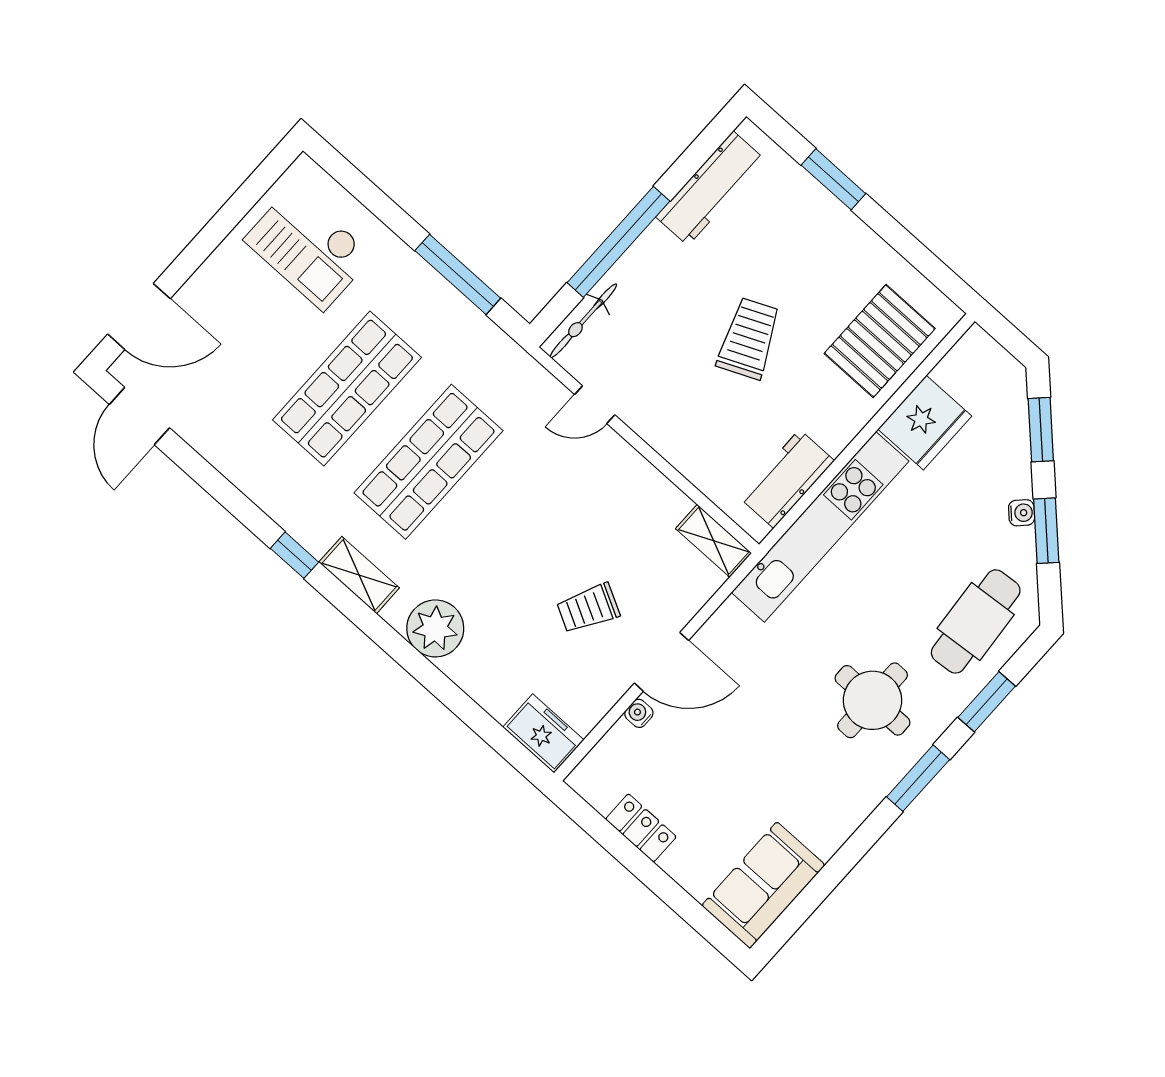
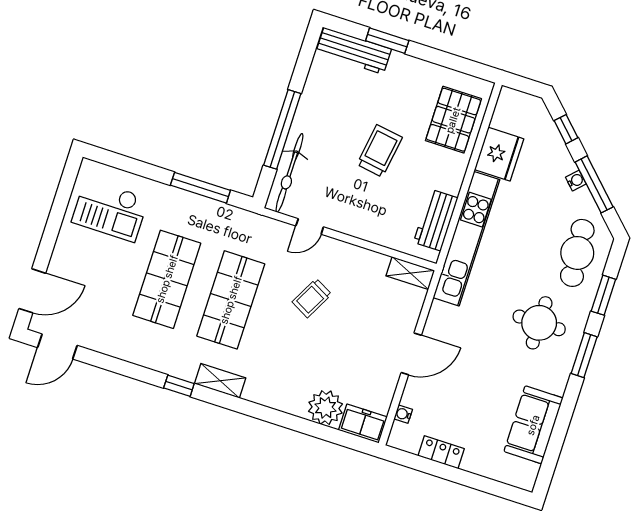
workbench: (710, 188) -> (354, 51), moved, turned 90
bicycle: (583, 321) -> (289, 173), width x1.37, depth x1.40
trolley: (749, 338) -> (380, 151), turned 33
door: (139, 416) -> (57, 346), hinge flipped
window: (1041, 430) -> (566, 129), width x0.67
window: (1046, 531) -> (594, 184), width x1.44
trolley: (588, 608) -> (312, 298), moved
plant: (435, 628) -> (326, 408), moved
water cooler: (639, 713) -> (403, 414), moved
sofa: (763, 885) -> (533, 425), moved

